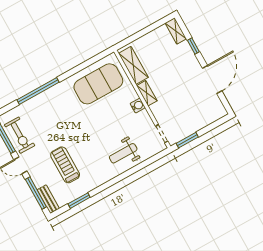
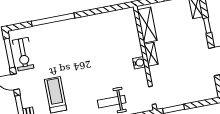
exercise mat: (98, 84) -> (110, 31), removed

